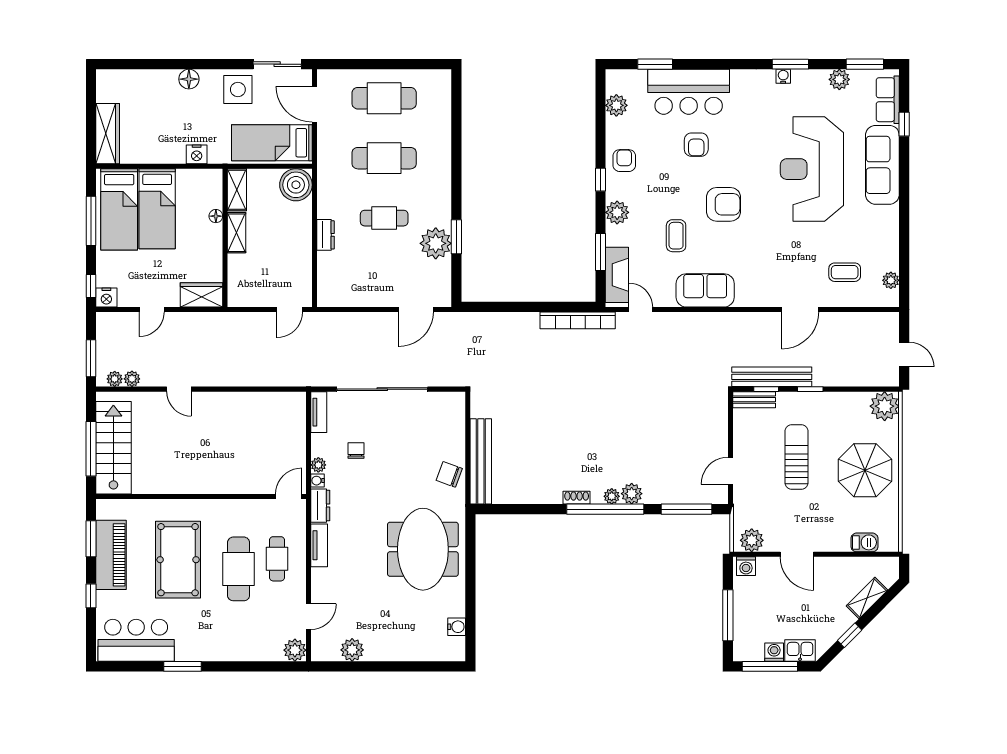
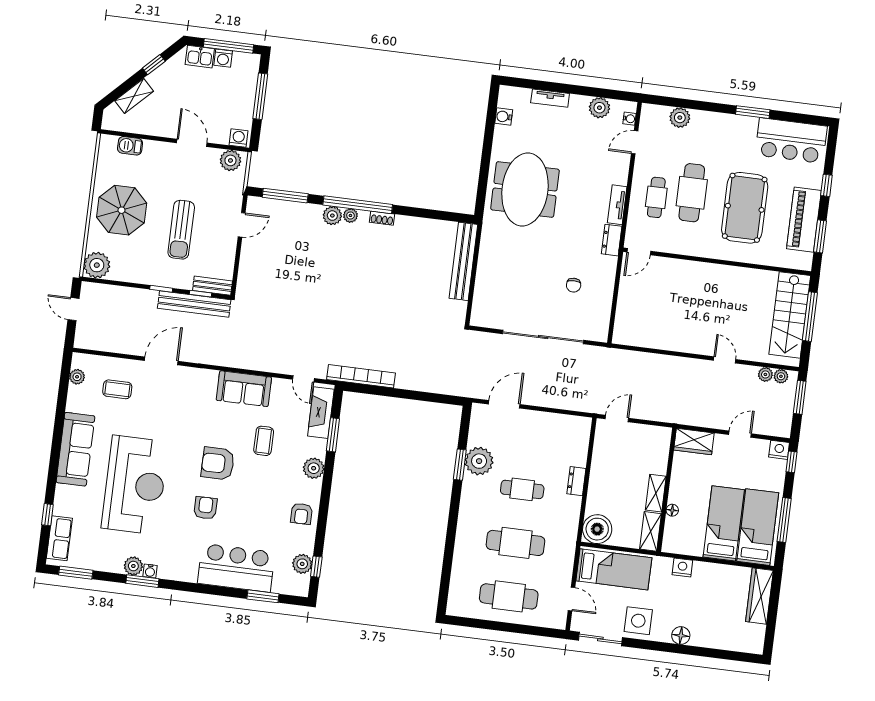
plant: (839, 79) -> (133, 566), moved
door: (314, 104) -> (572, 599), width x0.73
armchair: (696, 145) -> (205, 508), moved
sofa: (882, 165) -> (75, 449), moved
window: (600, 180) -> (316, 567), moved
tv unit: (319, 412) -> (550, 98), moved, turned -90
plant: (318, 465) -> (609, 277), removed
chair: (449, 474) -> (493, 253), removed
water cooler: (318, 481) -> (629, 119), moved
plant: (295, 650) -> (680, 118), moved

